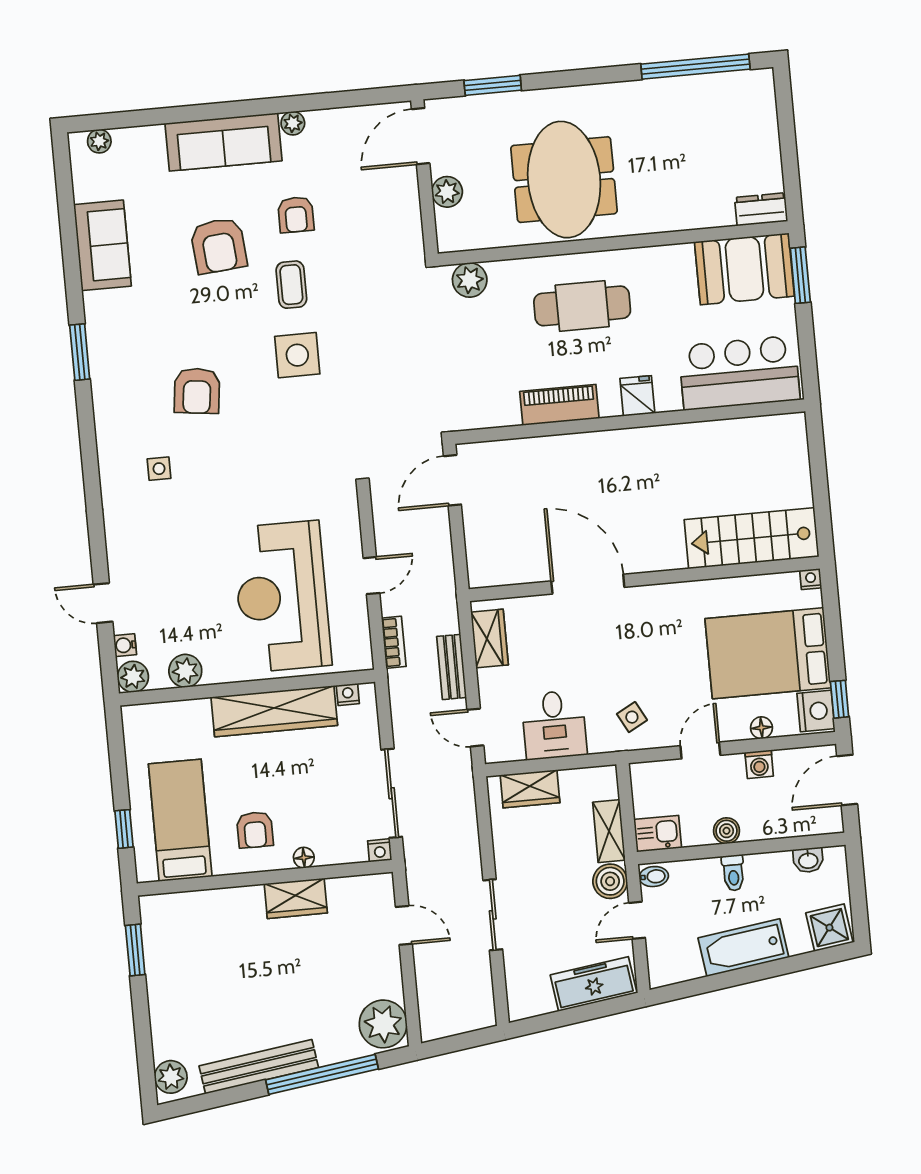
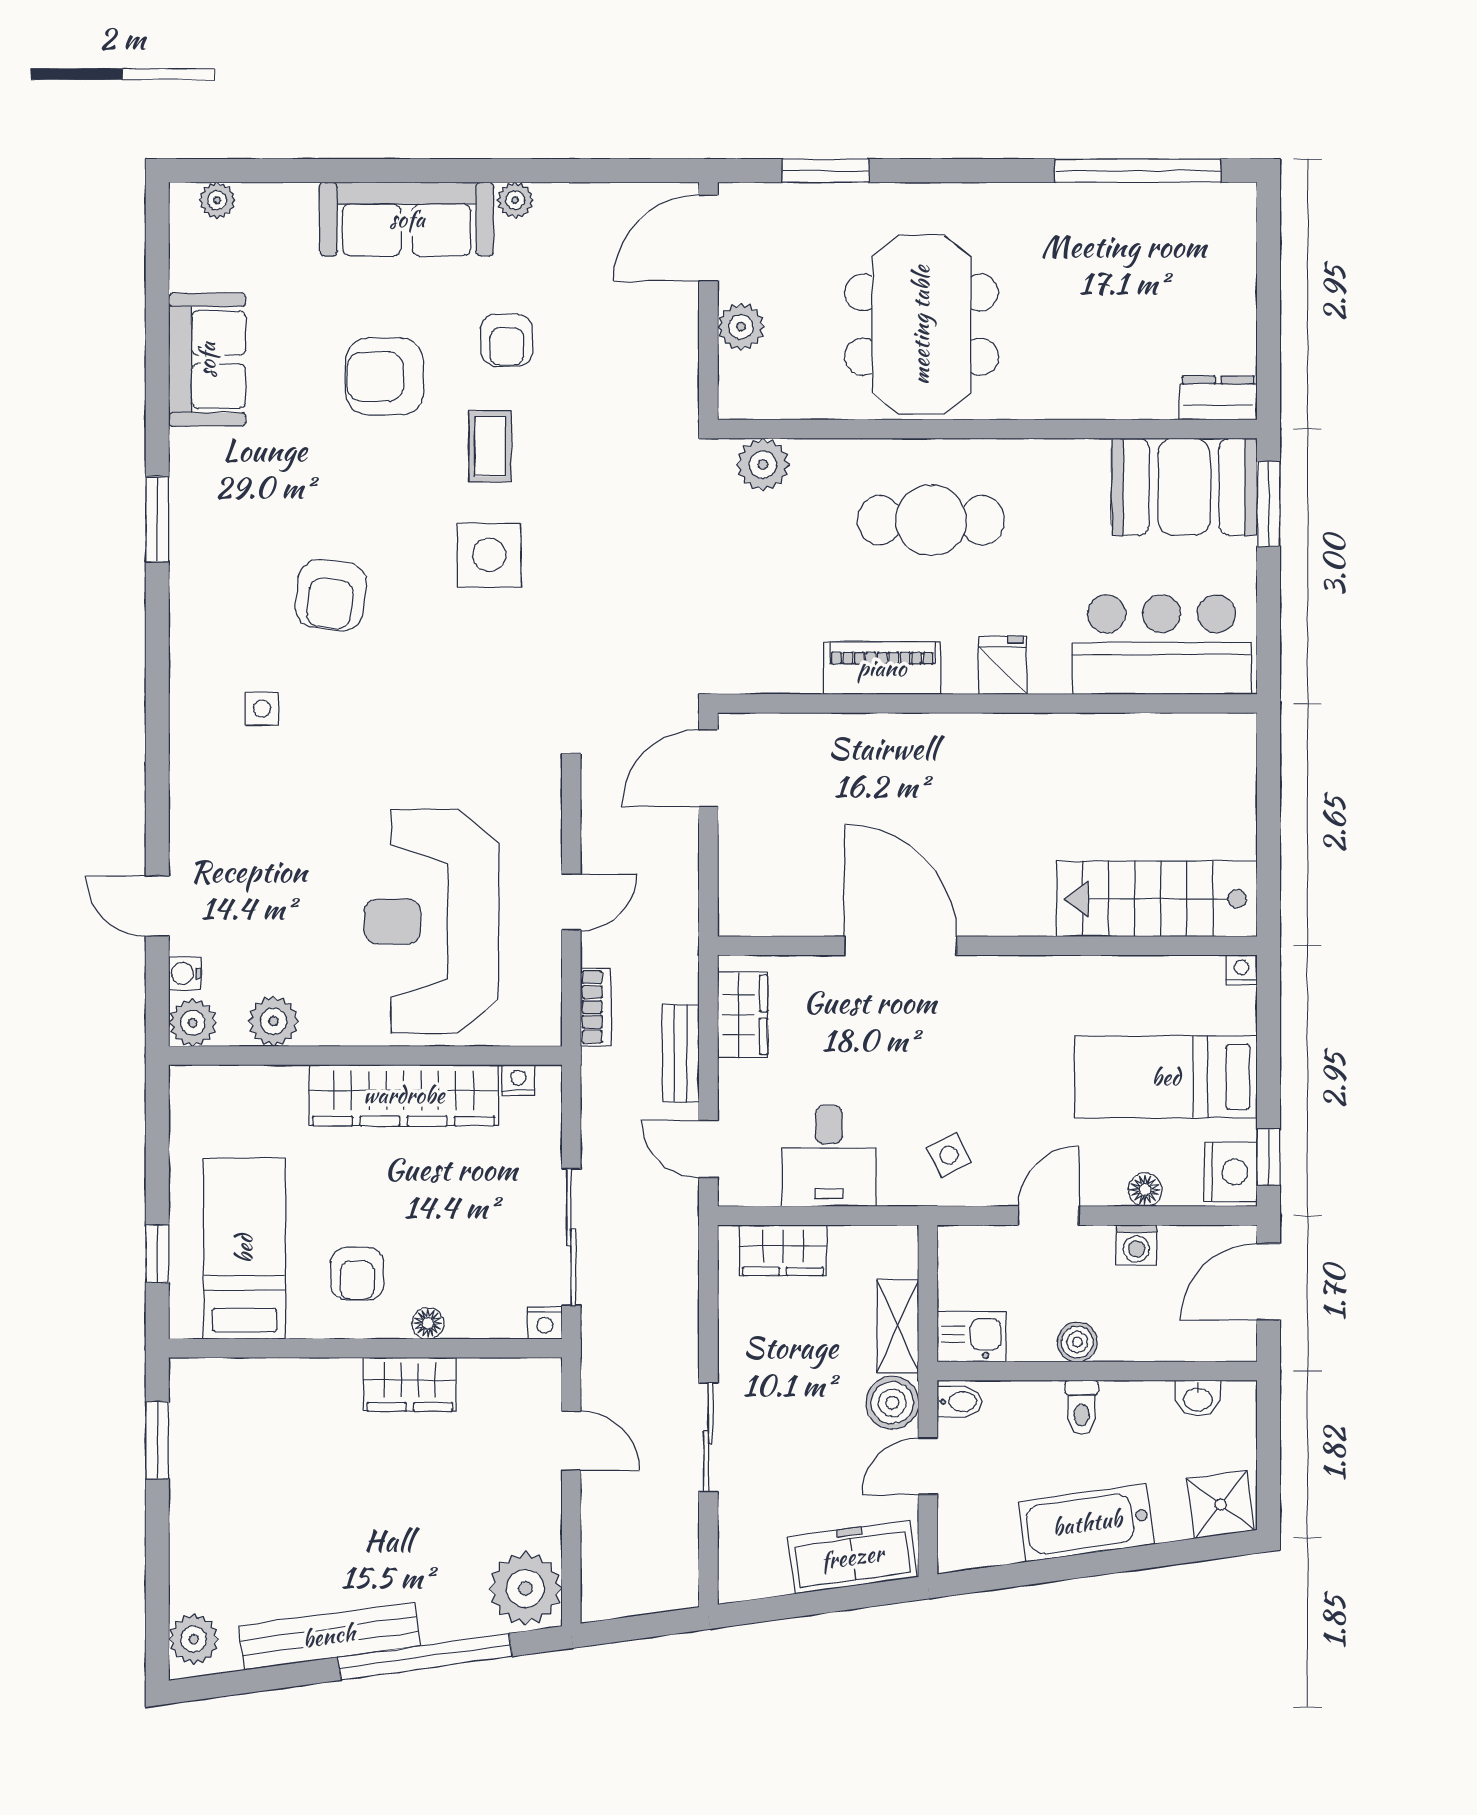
armchair: (219, 246) -> (384, 377), turned 95
bed: (768, 653) -> (1166, 1077), width x0.67

